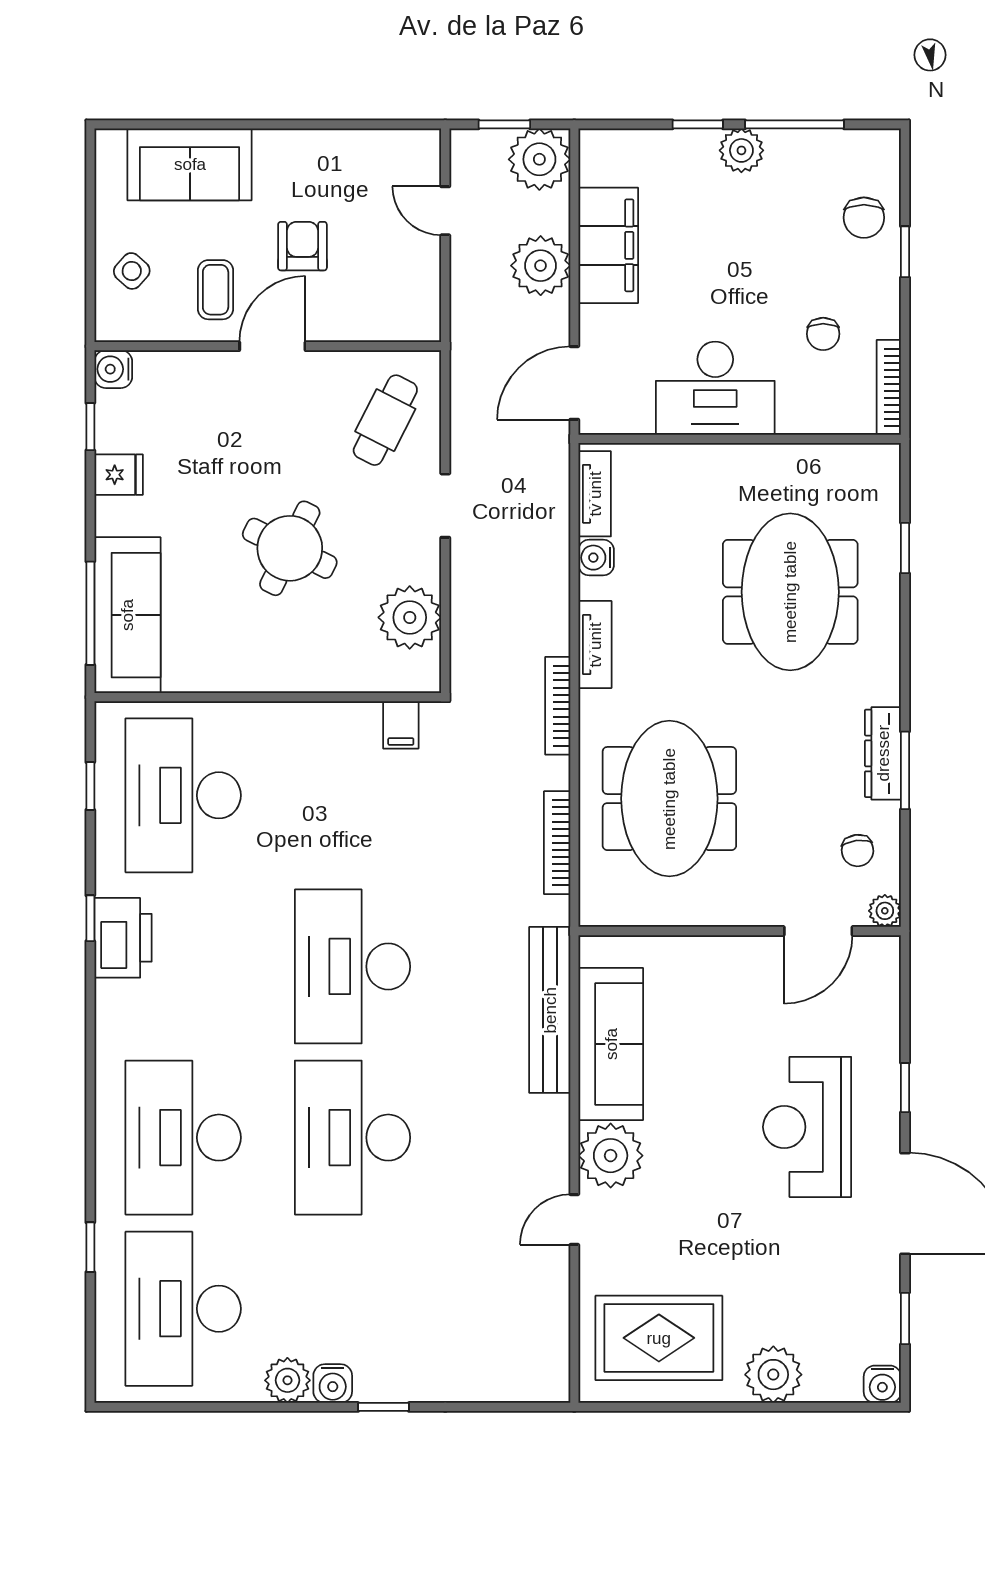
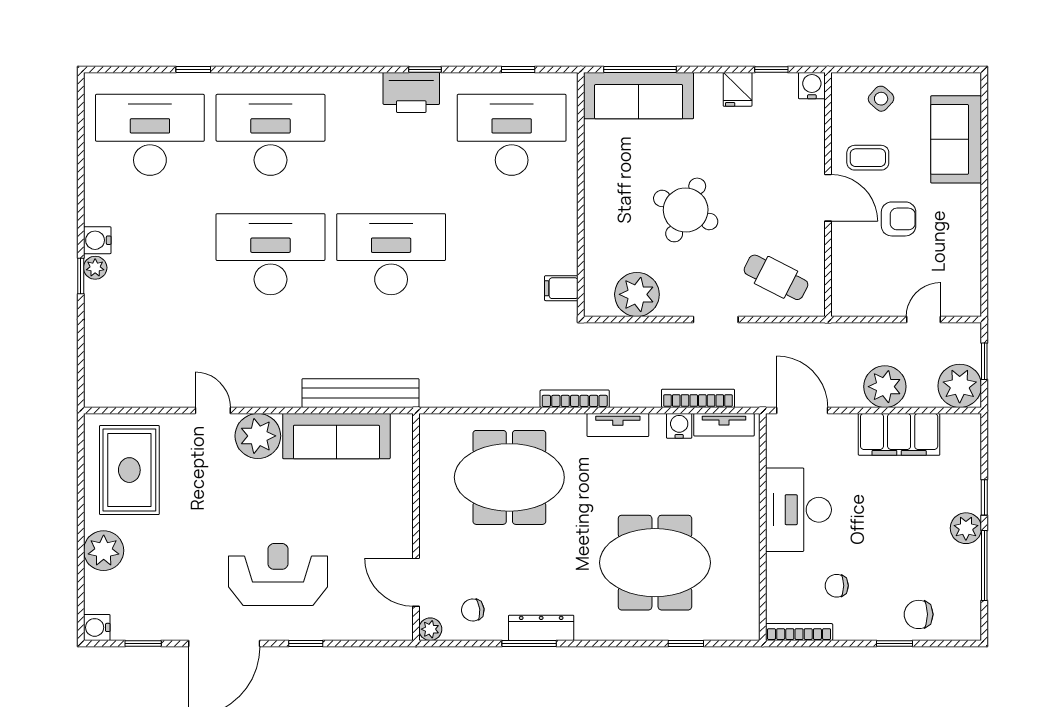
bookcase: (557, 843) -> (698, 398), moved
plant: (287, 1380) -> (95, 268), moved, width x0.73, depth x0.73

